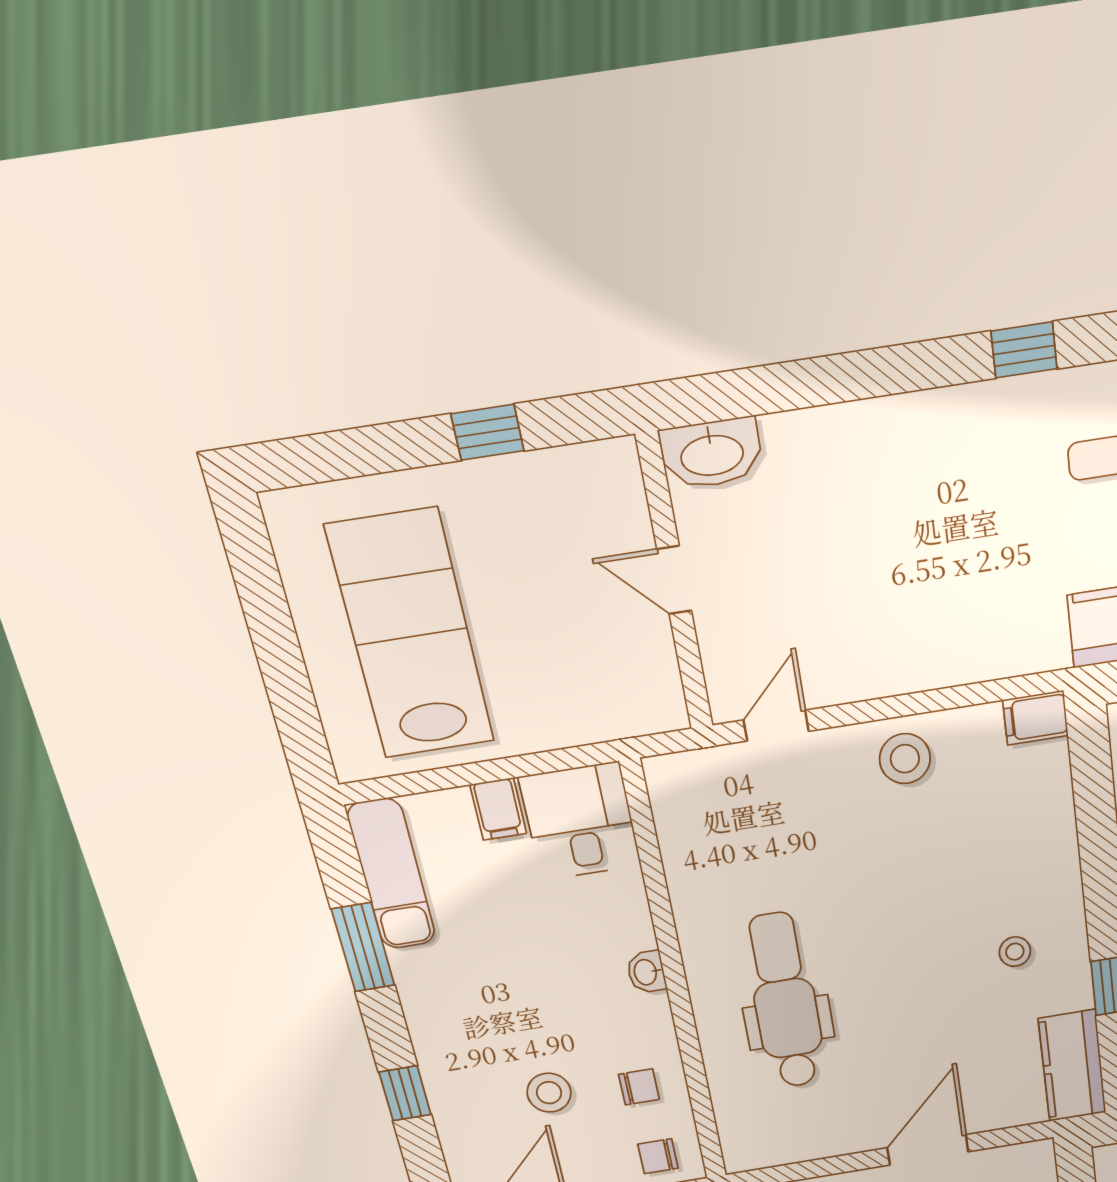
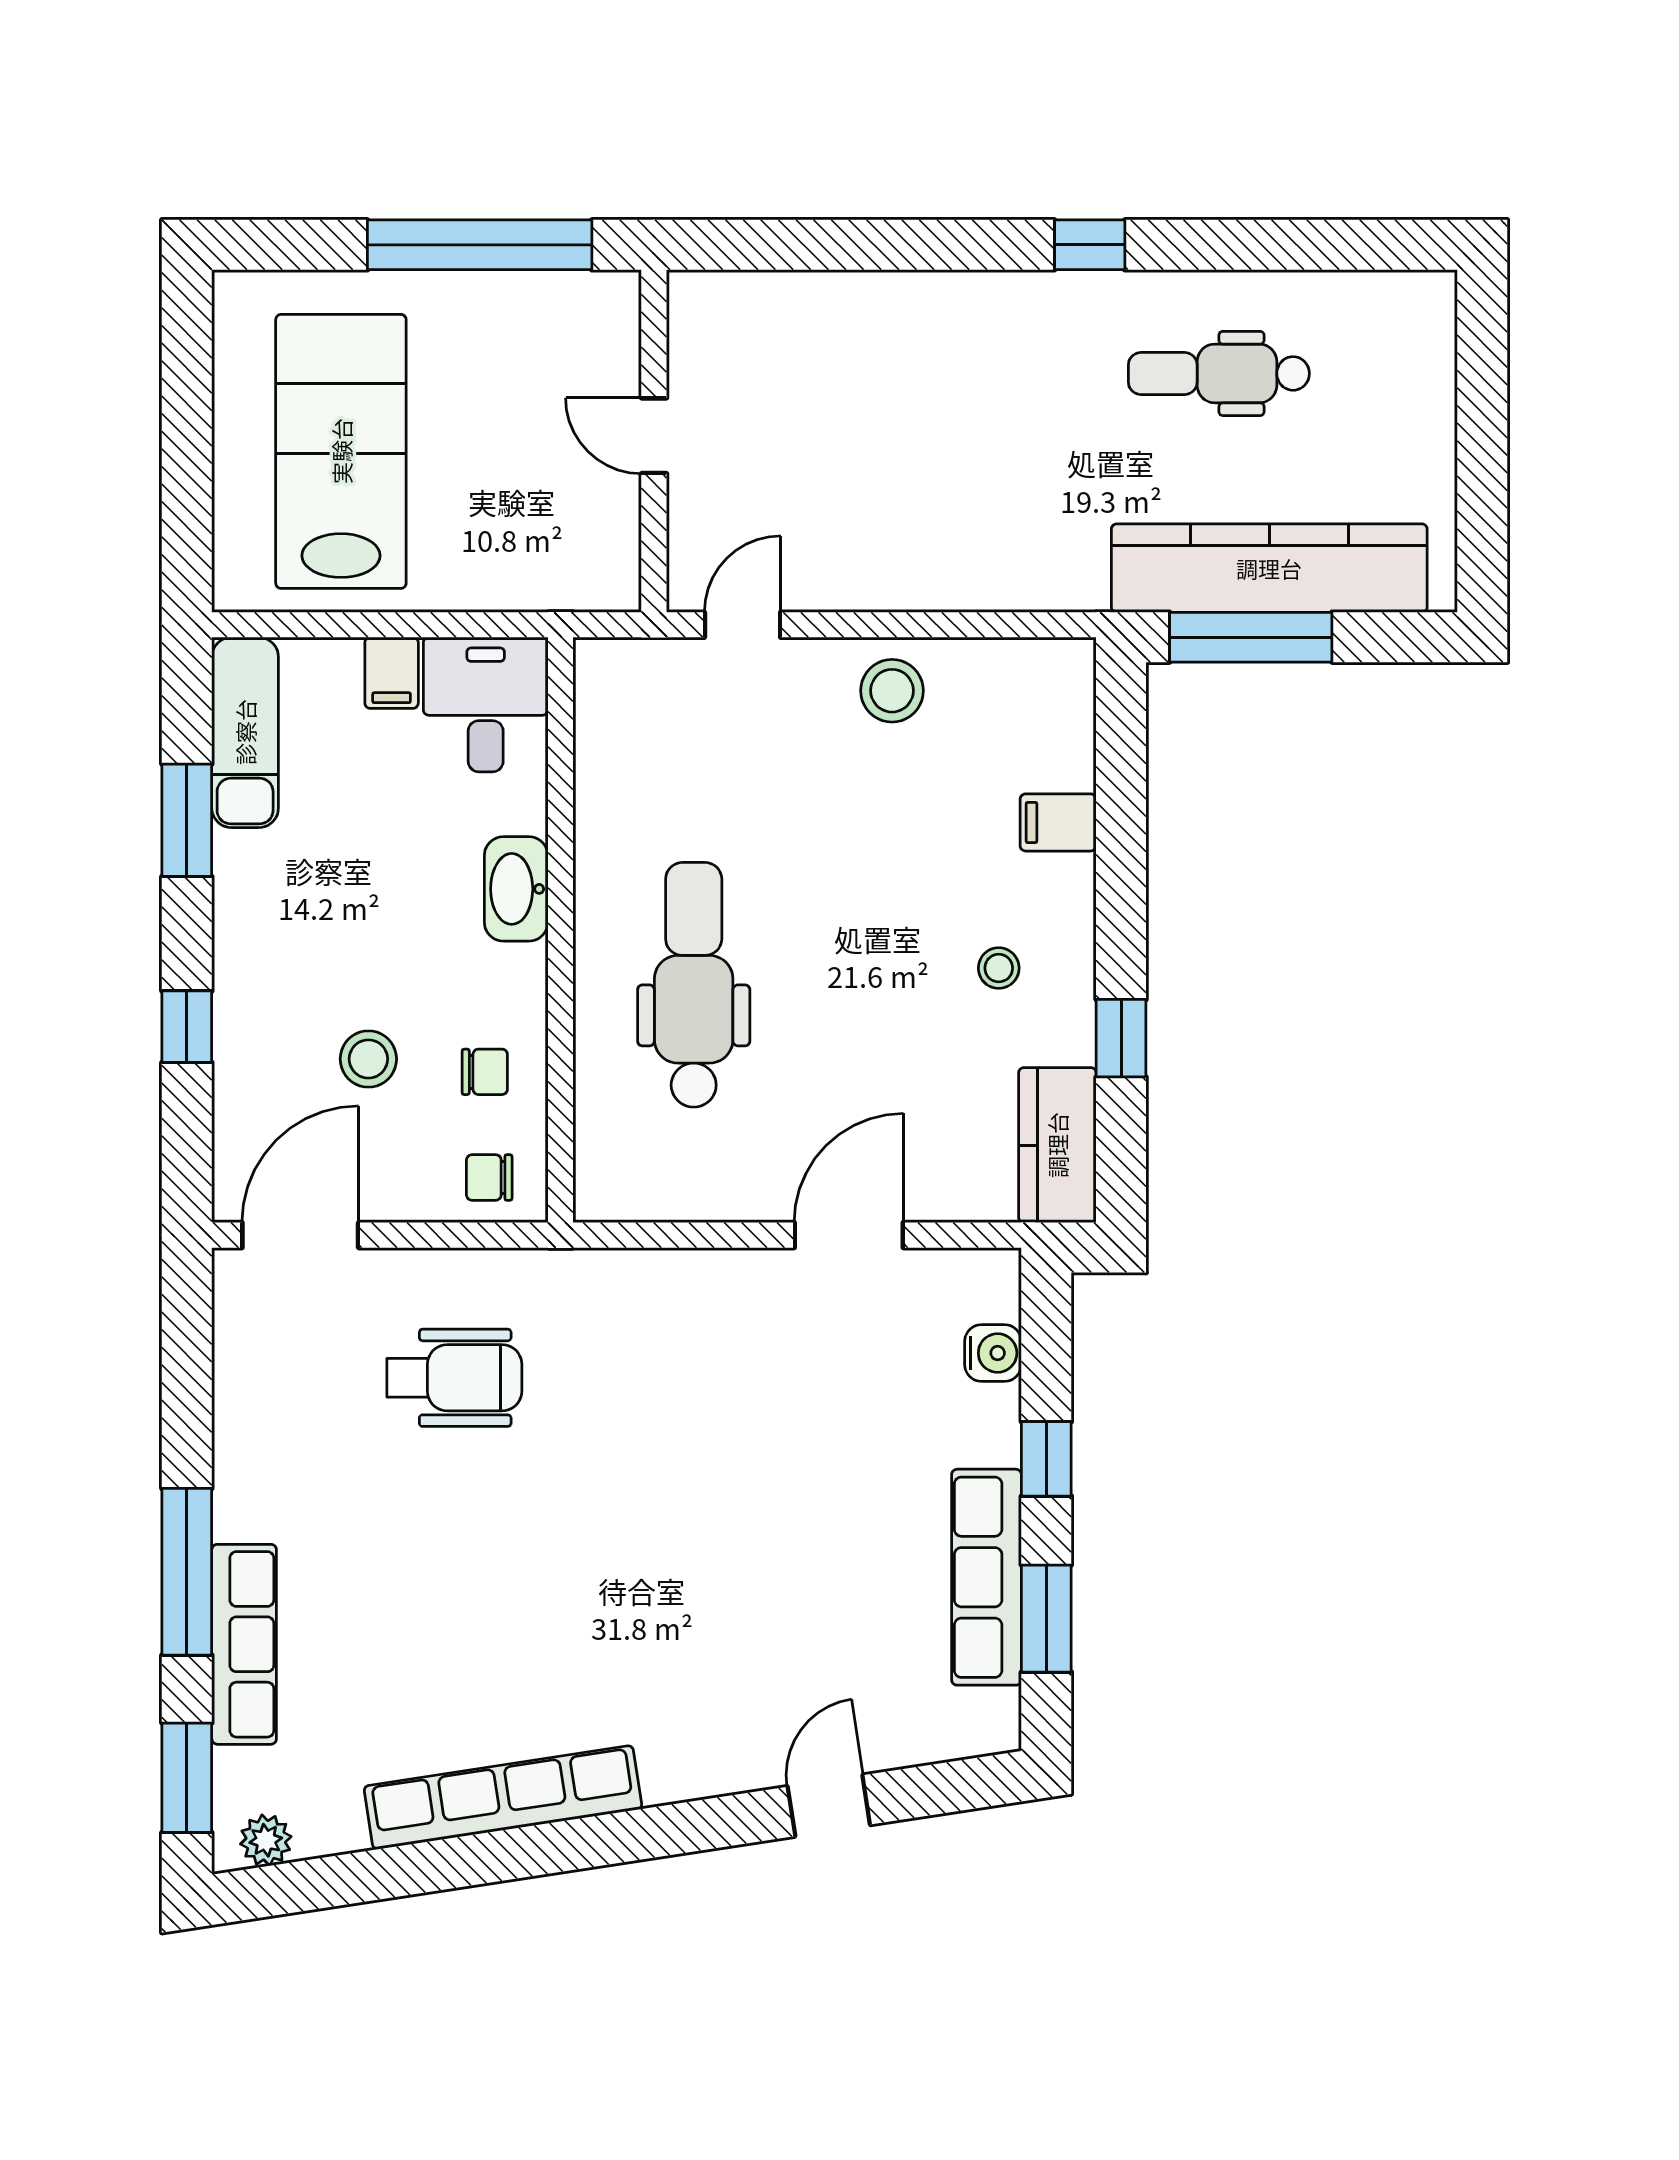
window: (488, 432) -> (480, 245), width x3.17
washbasin: (712, 454) -> (723, 304), removed
filing cabinet: (1036, 718) -> (1058, 822), moved
washbasin: (646, 972) -> (516, 889), width x1.91, depth x1.45

